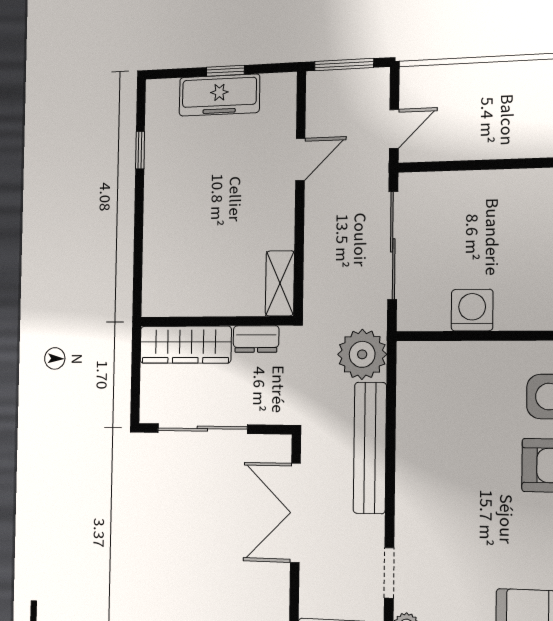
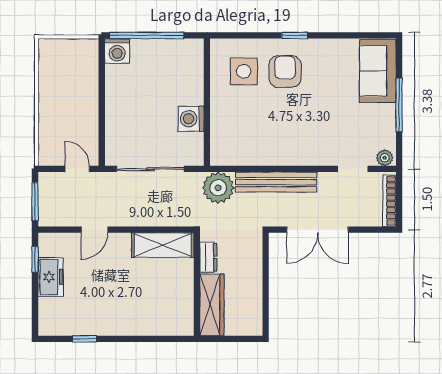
window: (225, 71) -> (35, 259), moved
freezer: (219, 95) -> (51, 277), width x0.71
door: (300, 160) -> (94, 230), swing flipped
shelving: (280, 283) -> (163, 245), width x1.50, depth x1.33
sliding door: (202, 429) -> (266, 292), removed

